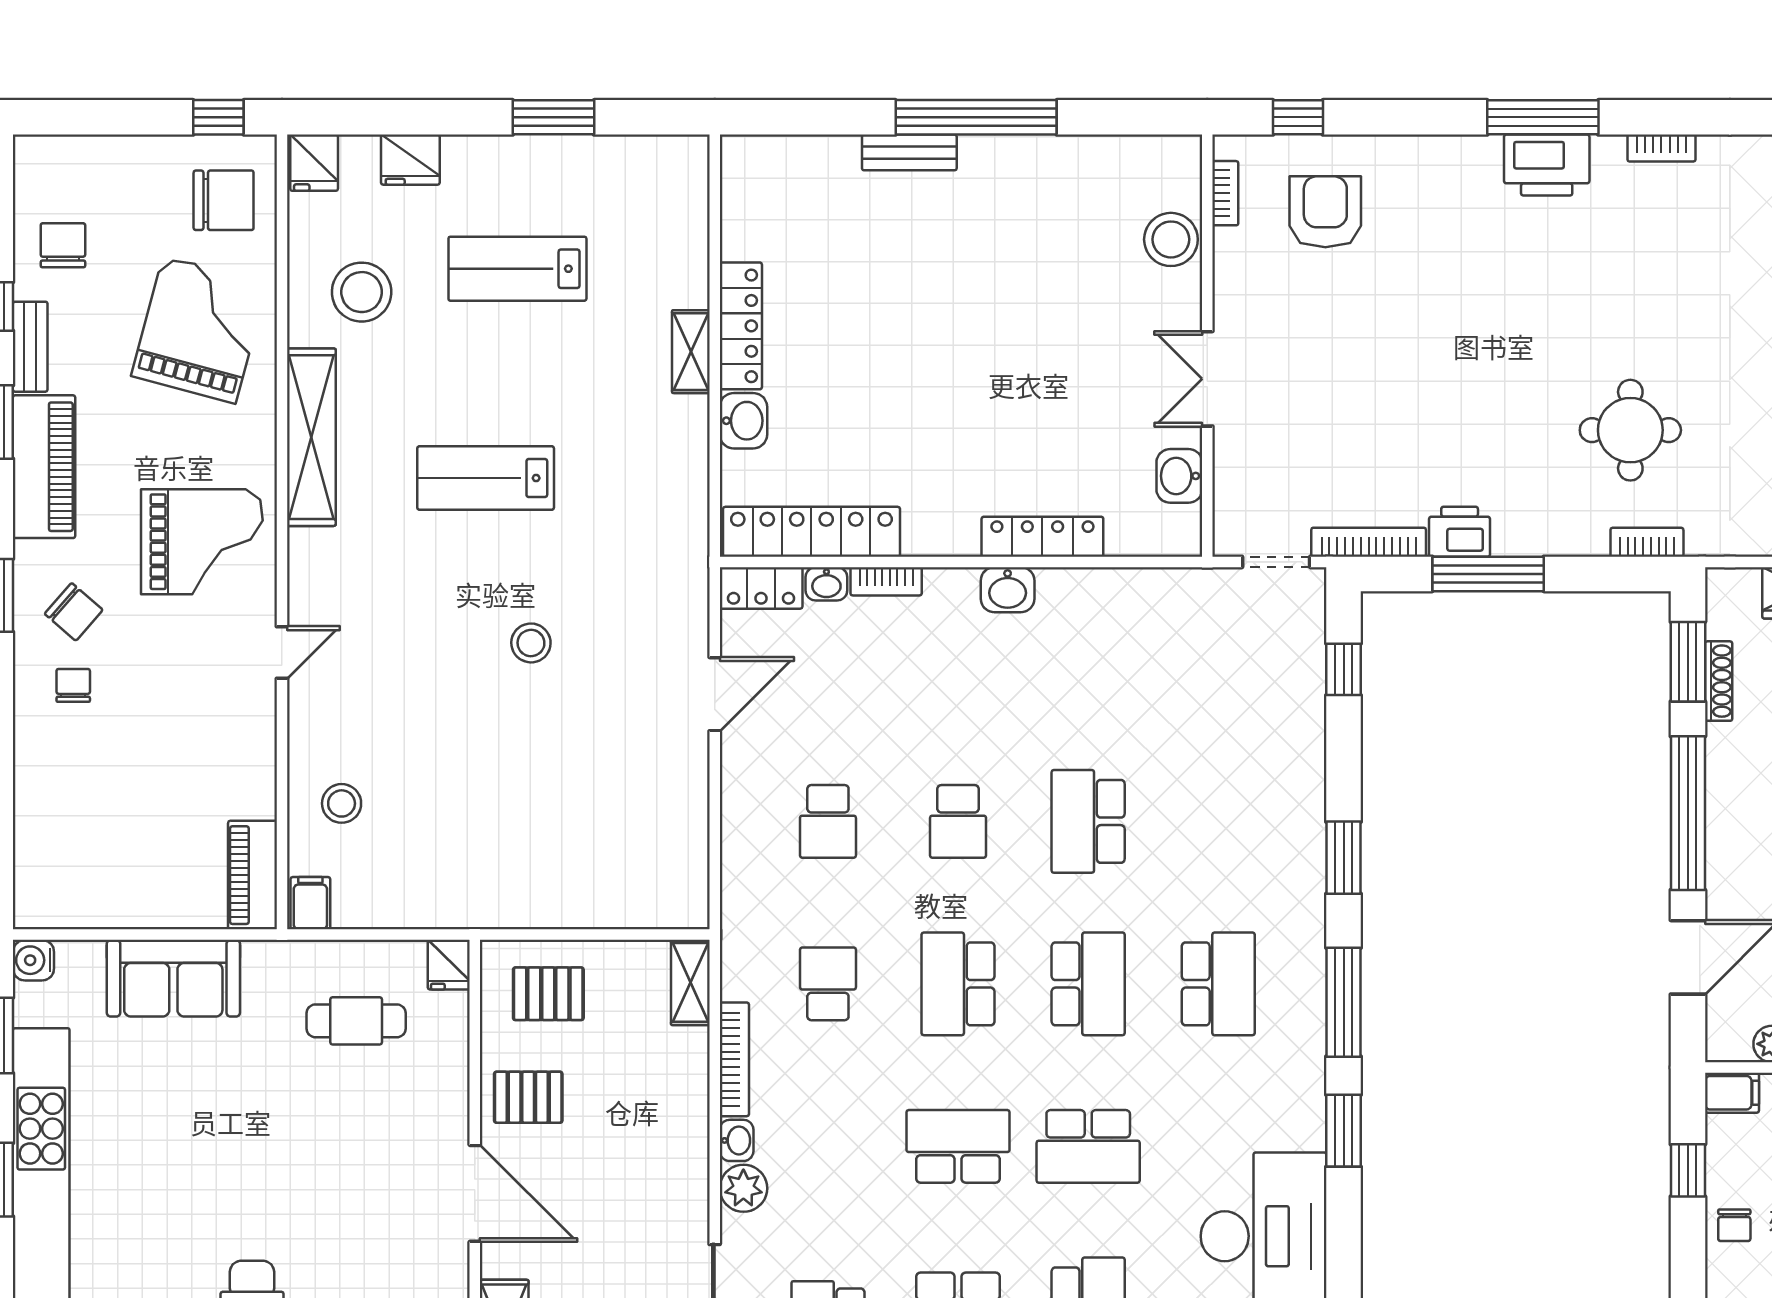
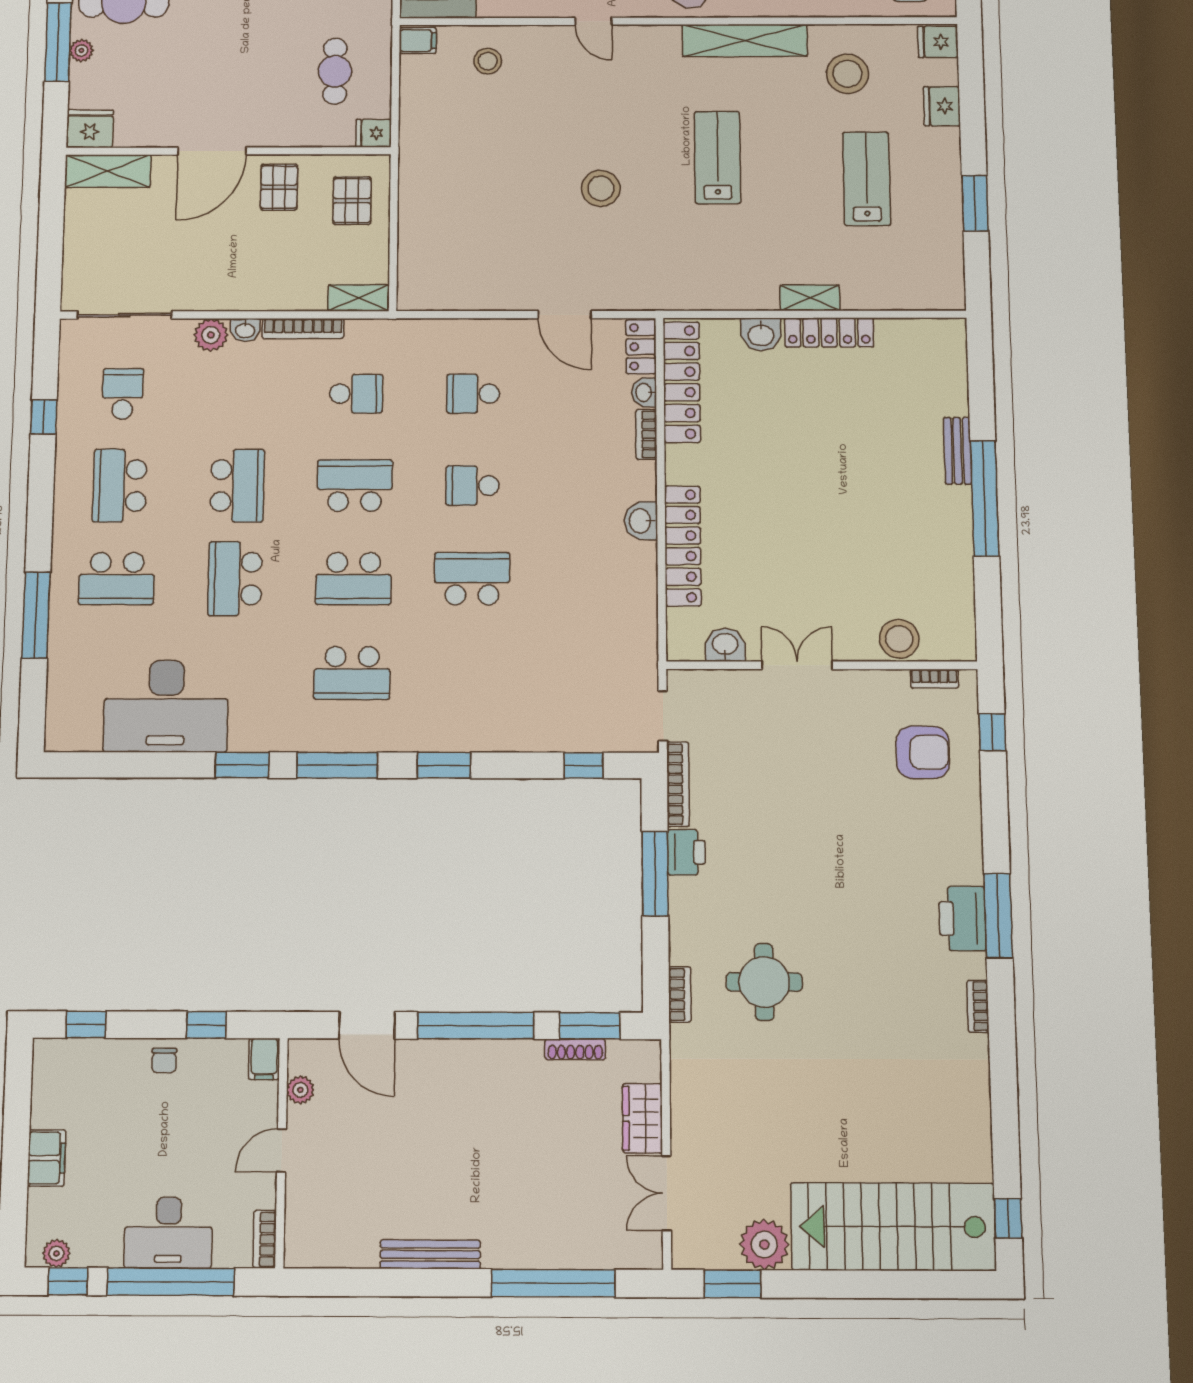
locker: (1042, 537) -> (683, 546), width x1.41, depth x1.21
stool: (531, 643) -> (601, 188), width x1.38, depth x1.38
chair: (1734, 1225) -> (164, 1061), turned -90

